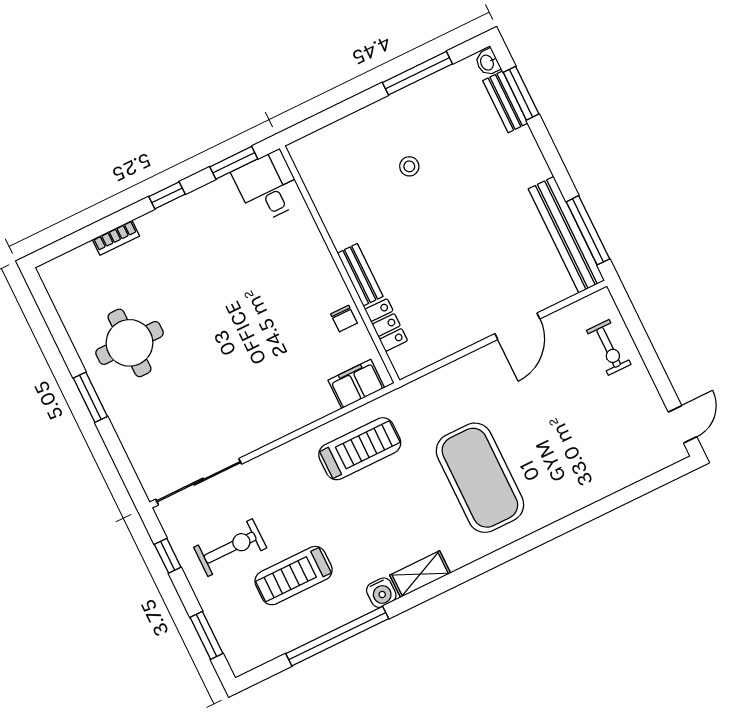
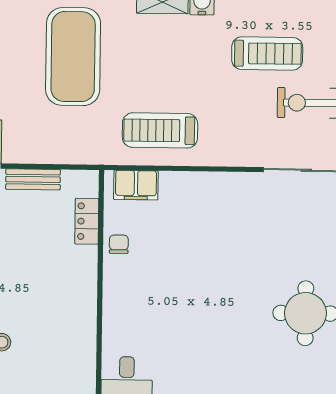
bench: (360, 275) -> (33, 179), moved, turned 90

